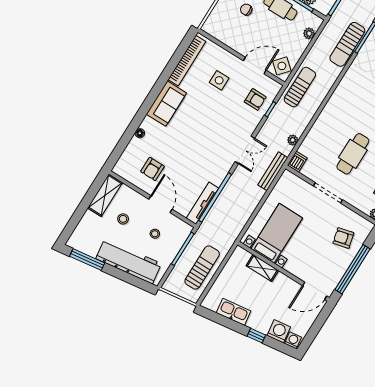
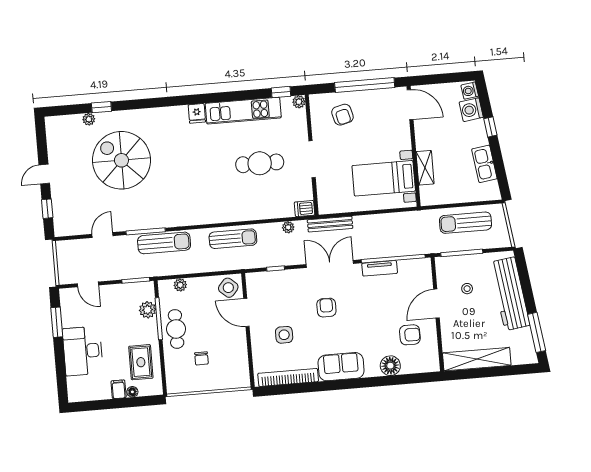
sun lounger: (300, 87) -> (233, 239), moved, turned 180
armchair: (255, 99) -> (326, 308), moved
floor lamp: (140, 133) -> (390, 366), width x1.89, depth x1.89
double door: (245, 150) -> (330, 264), width x1.37
shelving: (105, 195) -> (477, 359), width x1.47
tv unit: (203, 203) -> (380, 268), moved, width x0.71
stool: (123, 219) -> (475, 328), removed

